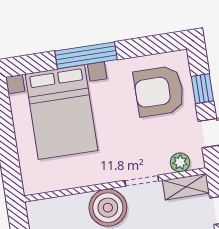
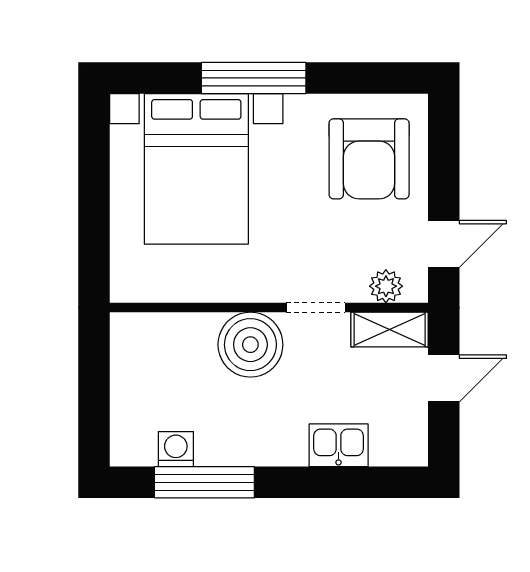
window: (202, 89) -> (444, 166), removed
armchair: (159, 91) -> (369, 159), turned -90

